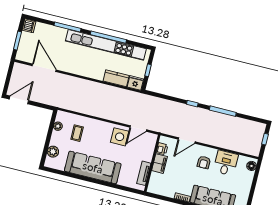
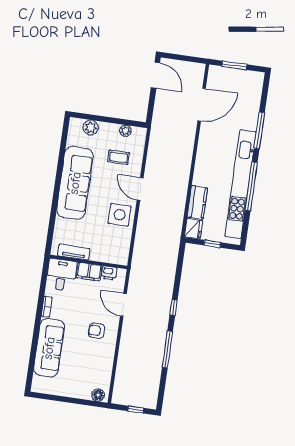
dishwasher: (29, 26) -> (256, 79), removed
door: (138, 129) -> (140, 189), moved
desk: (226, 163) -> (61, 275), moved, turned -90

